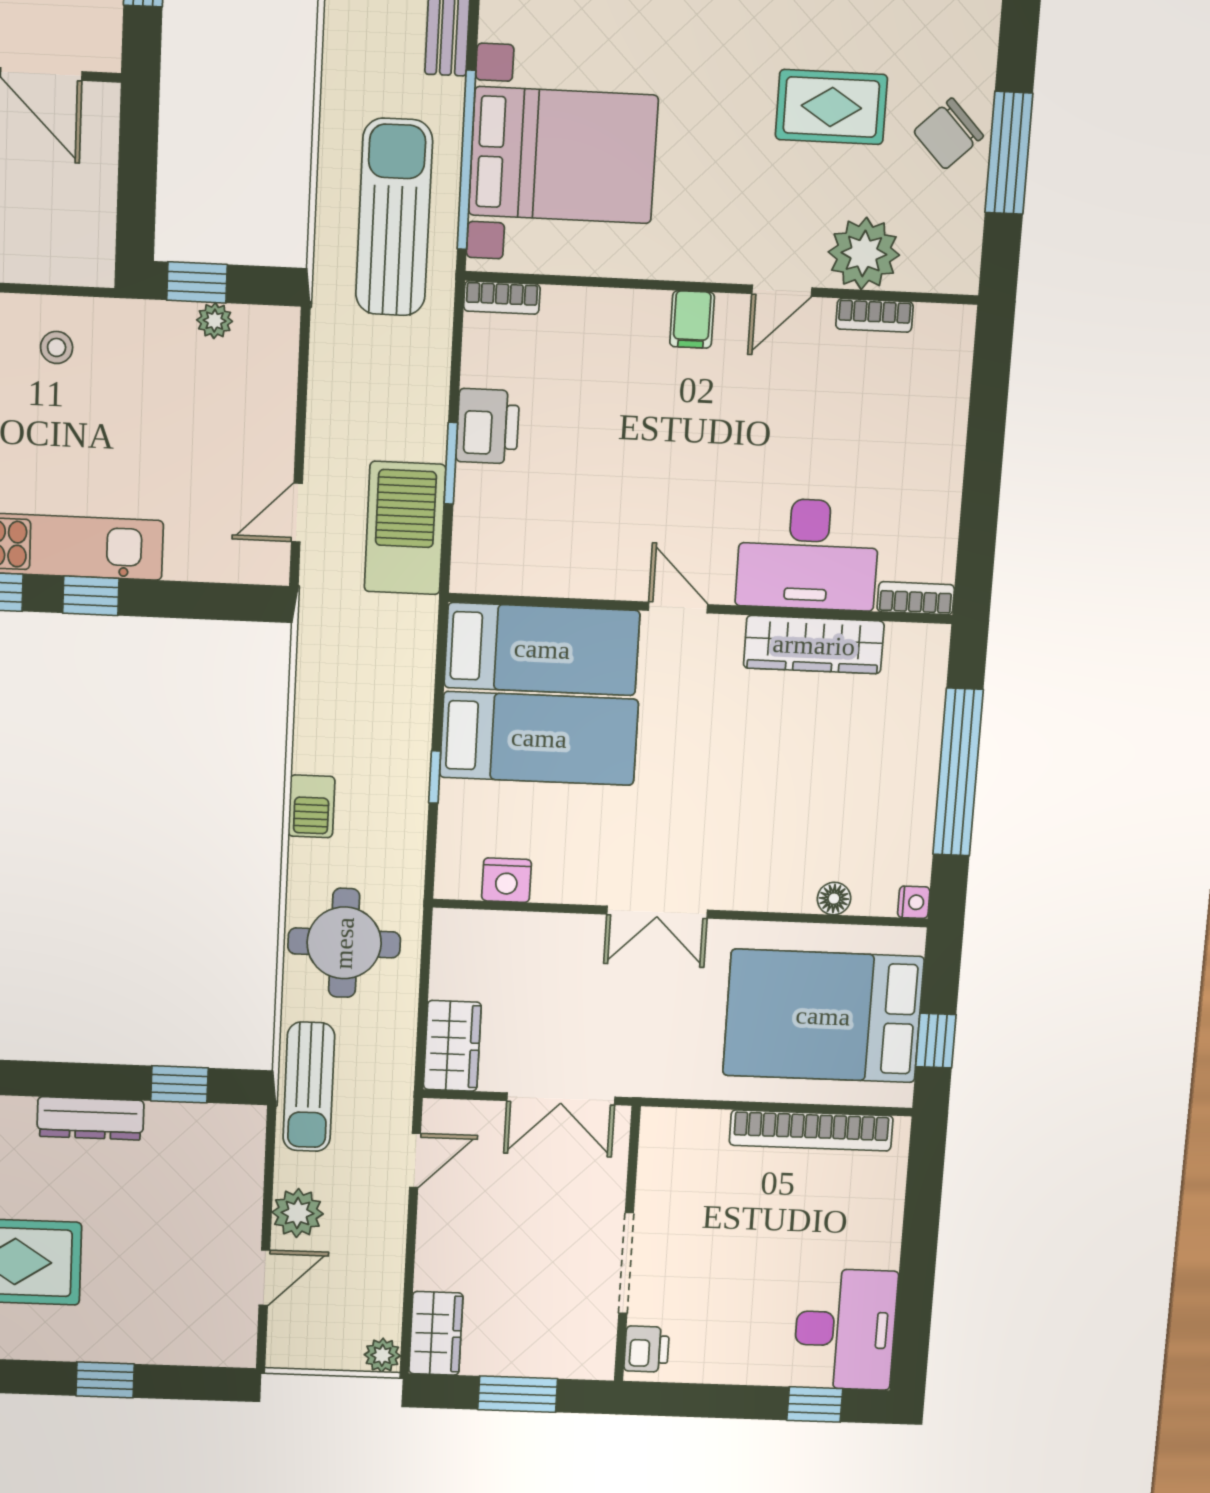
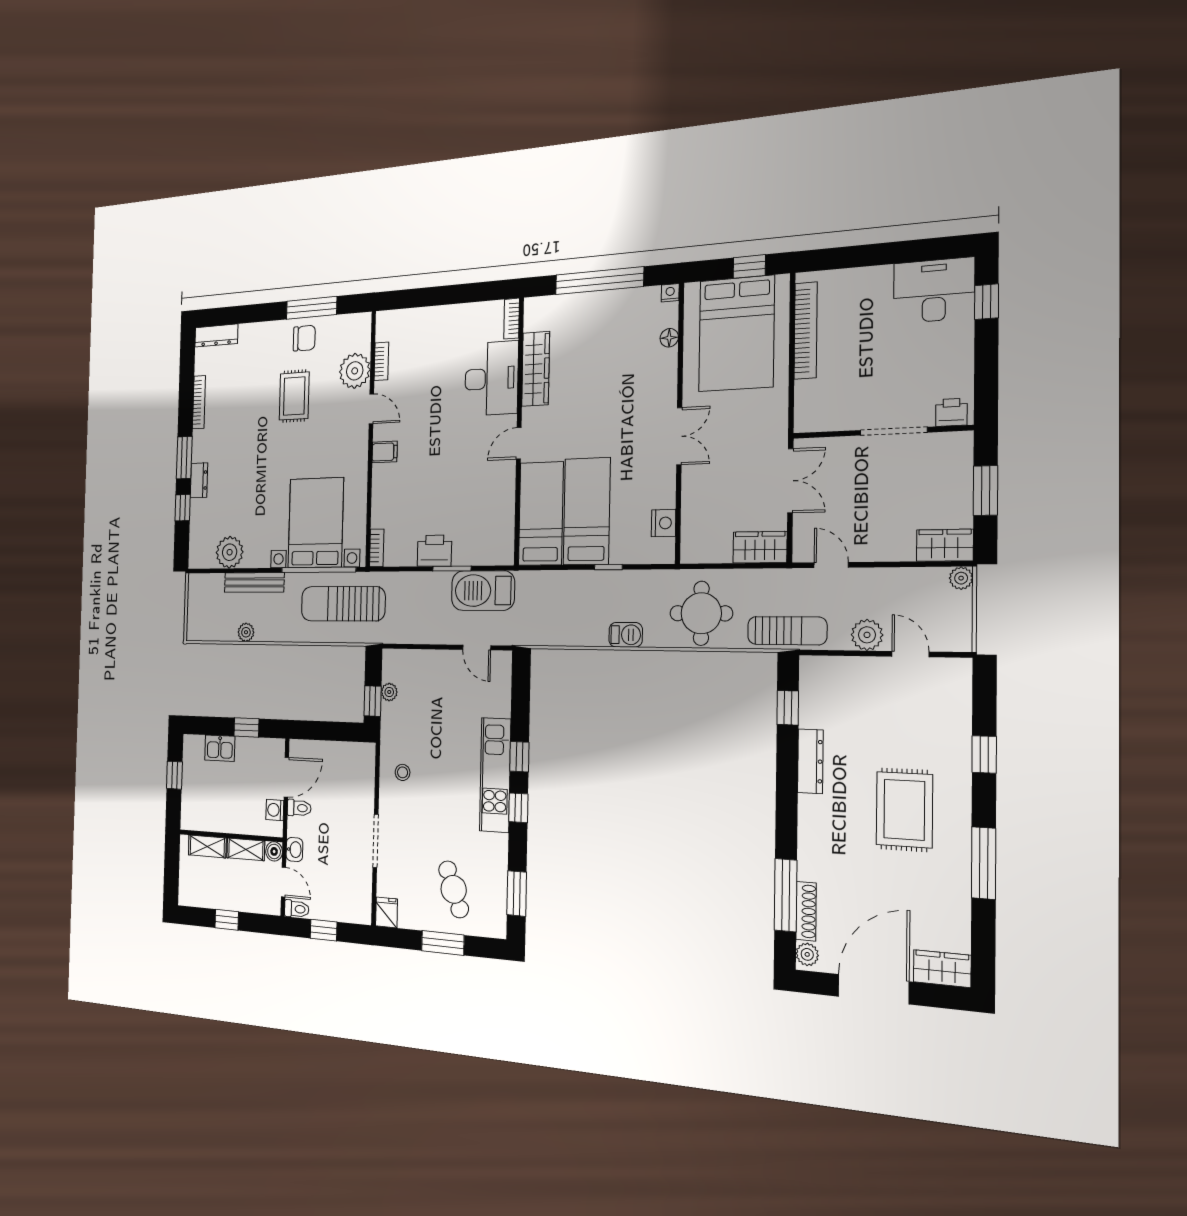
chair: (948, 134) -> (304, 338), turned -46

